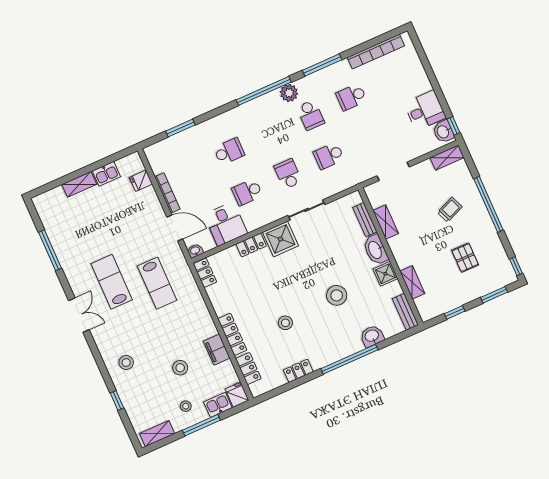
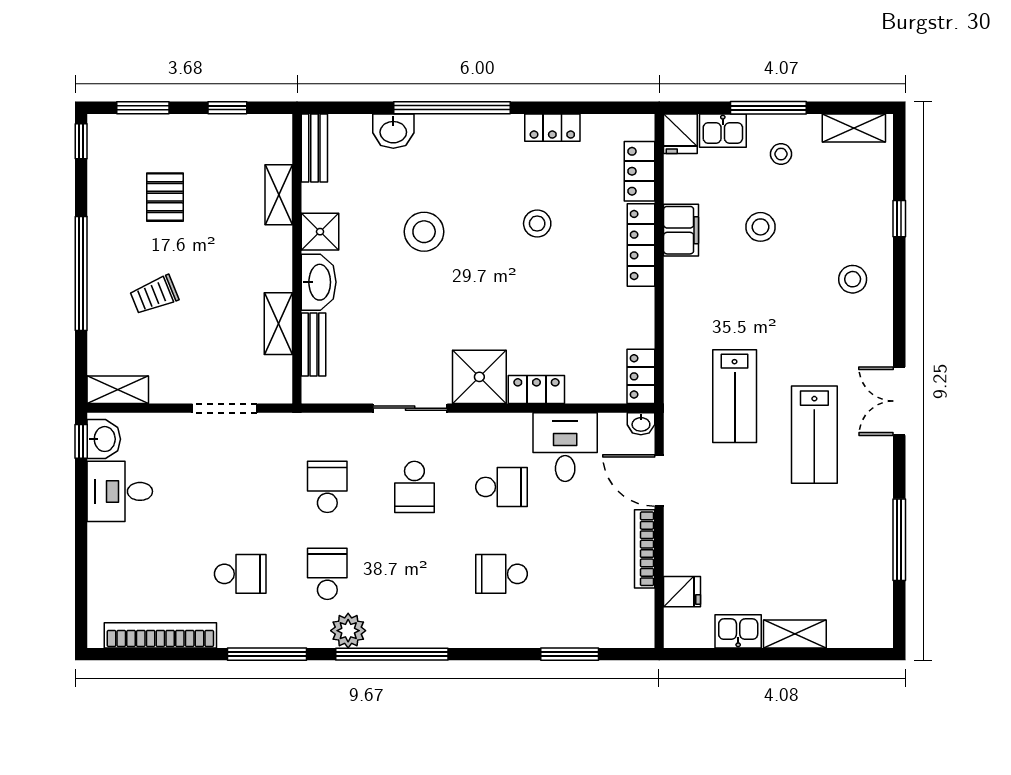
school desk: (329, 156) -> (327, 487), turned -90
lab bench: (157, 283) -> (735, 396), turned 180

